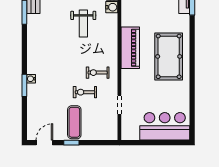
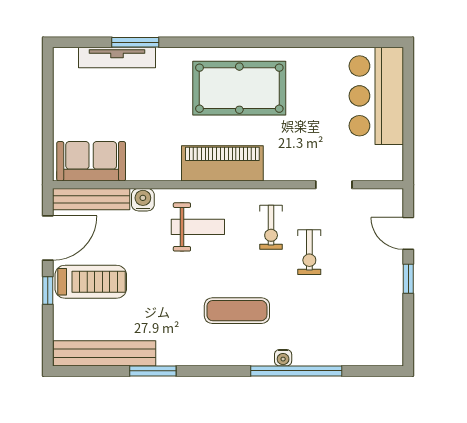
weight bench: (83, 24) -> (198, 227), moved
window: (24, 85) -> (296, 371), width x2.11
exercise mat: (74, 122) -> (237, 311), moved
door: (44, 143) -> (408, 233), moved

